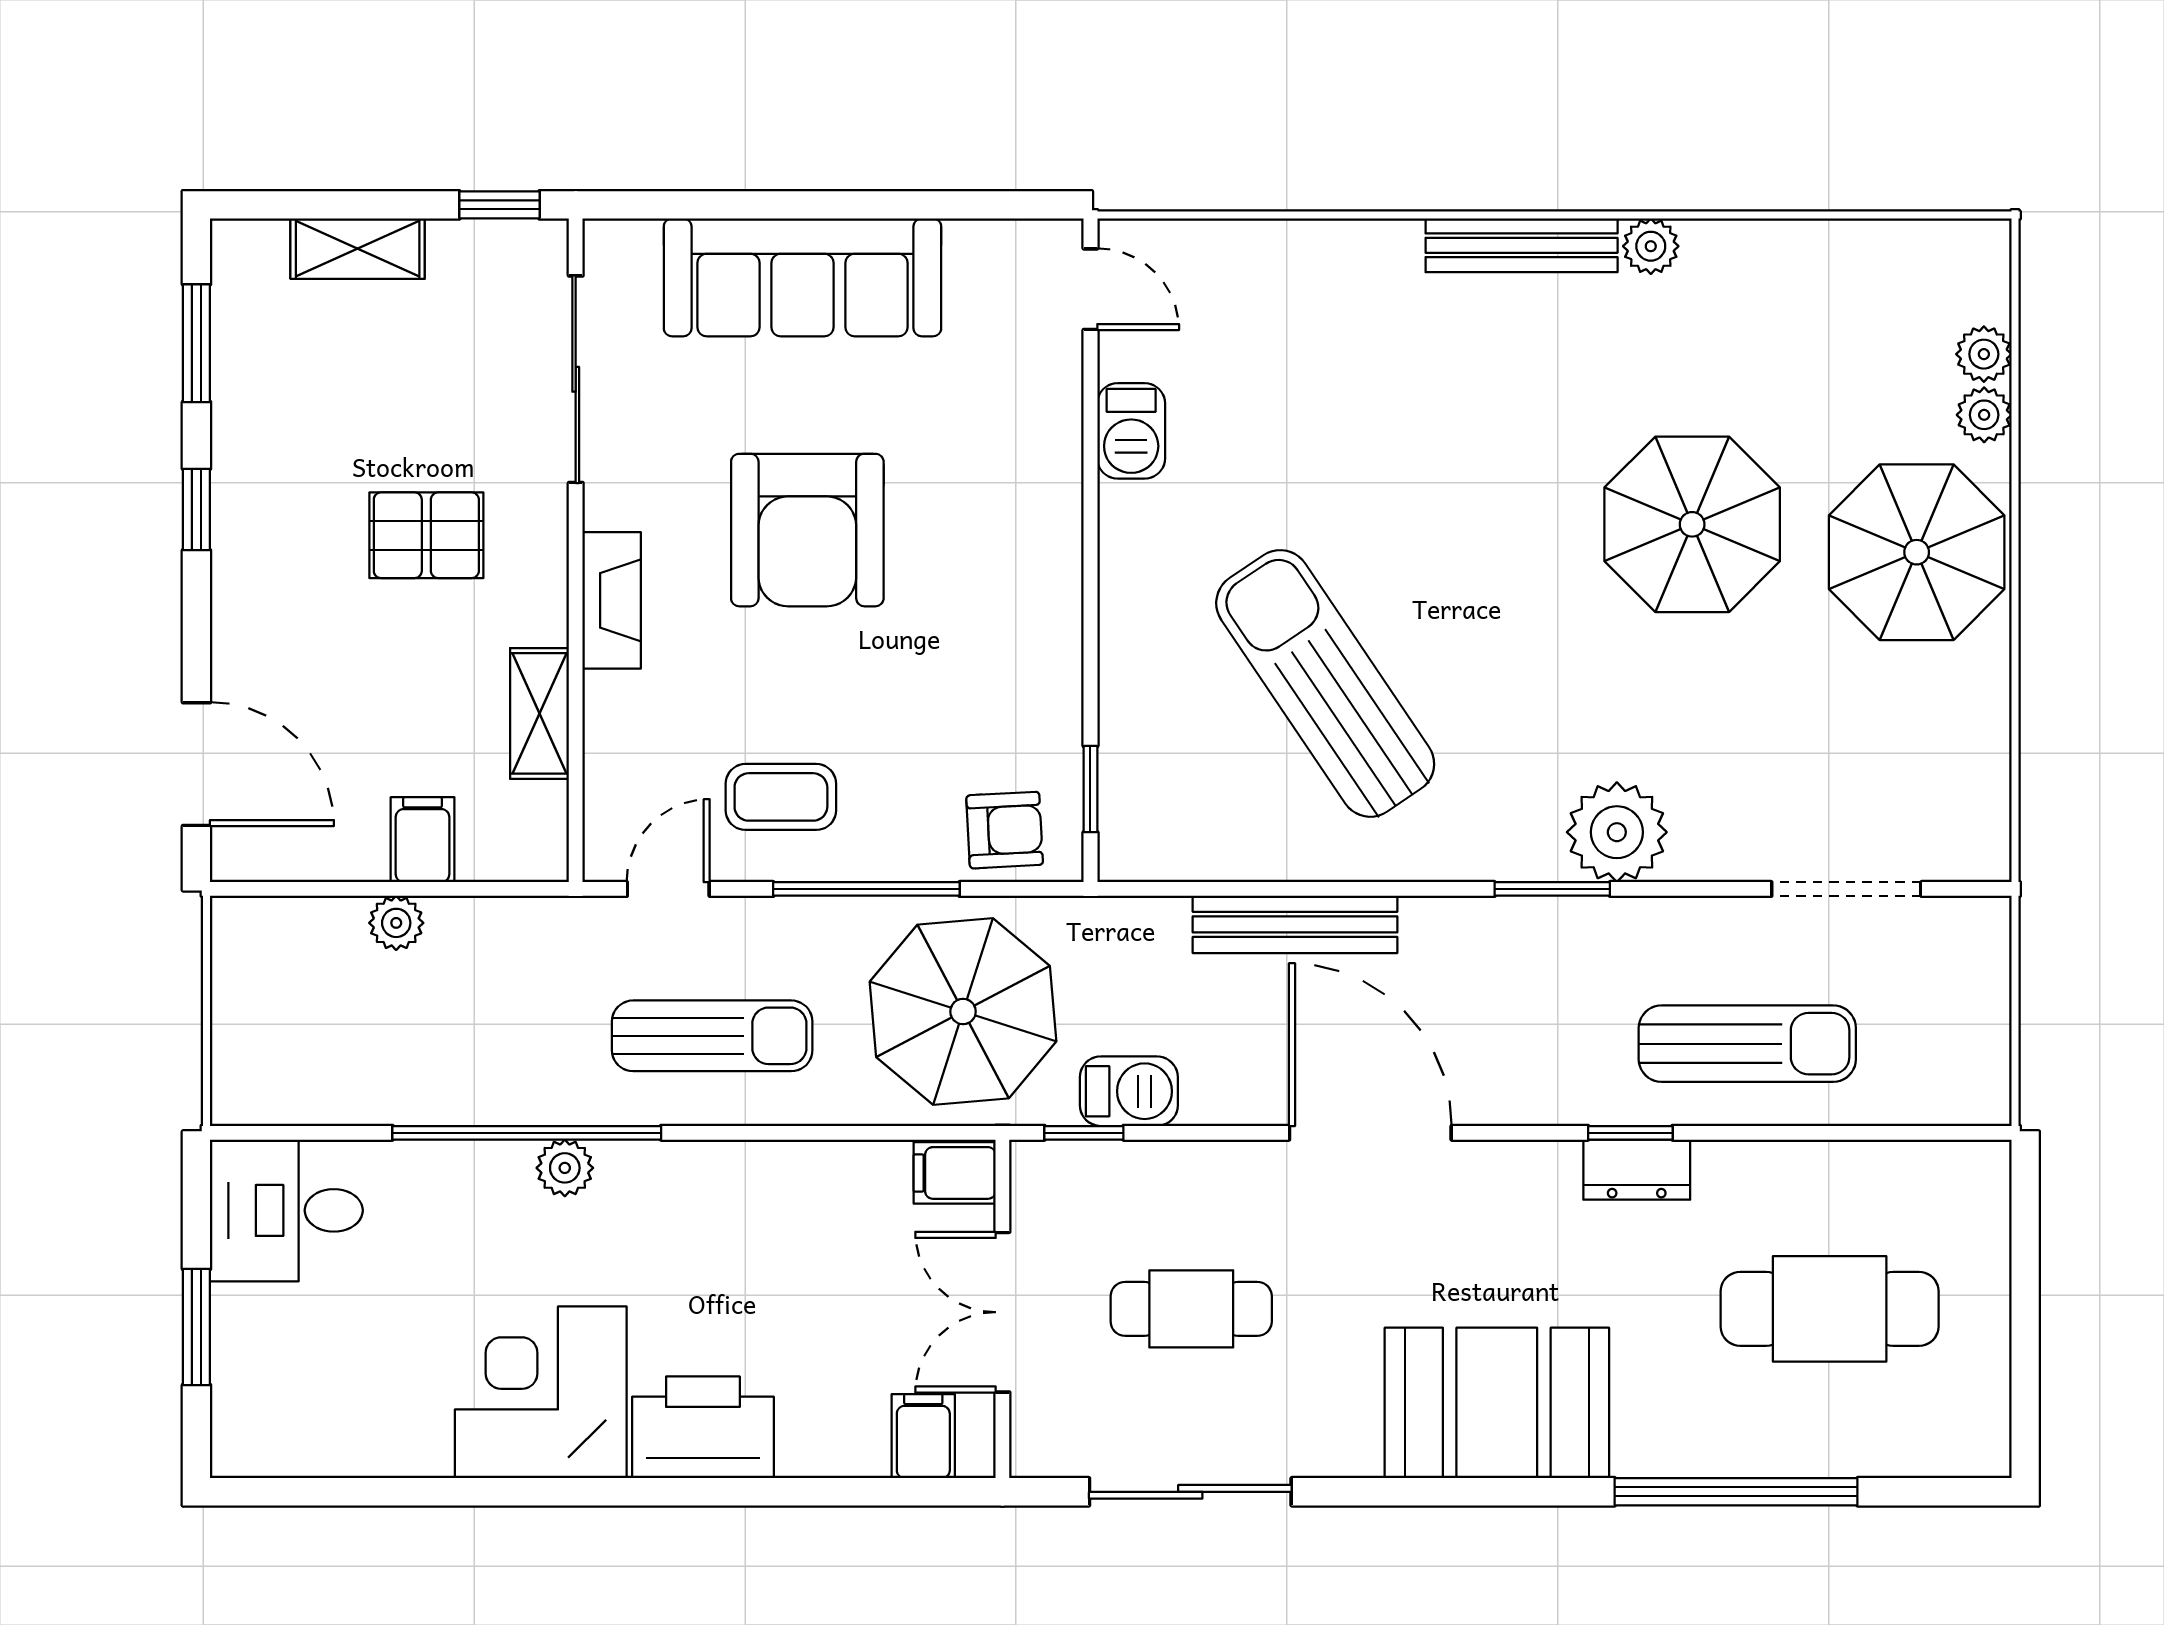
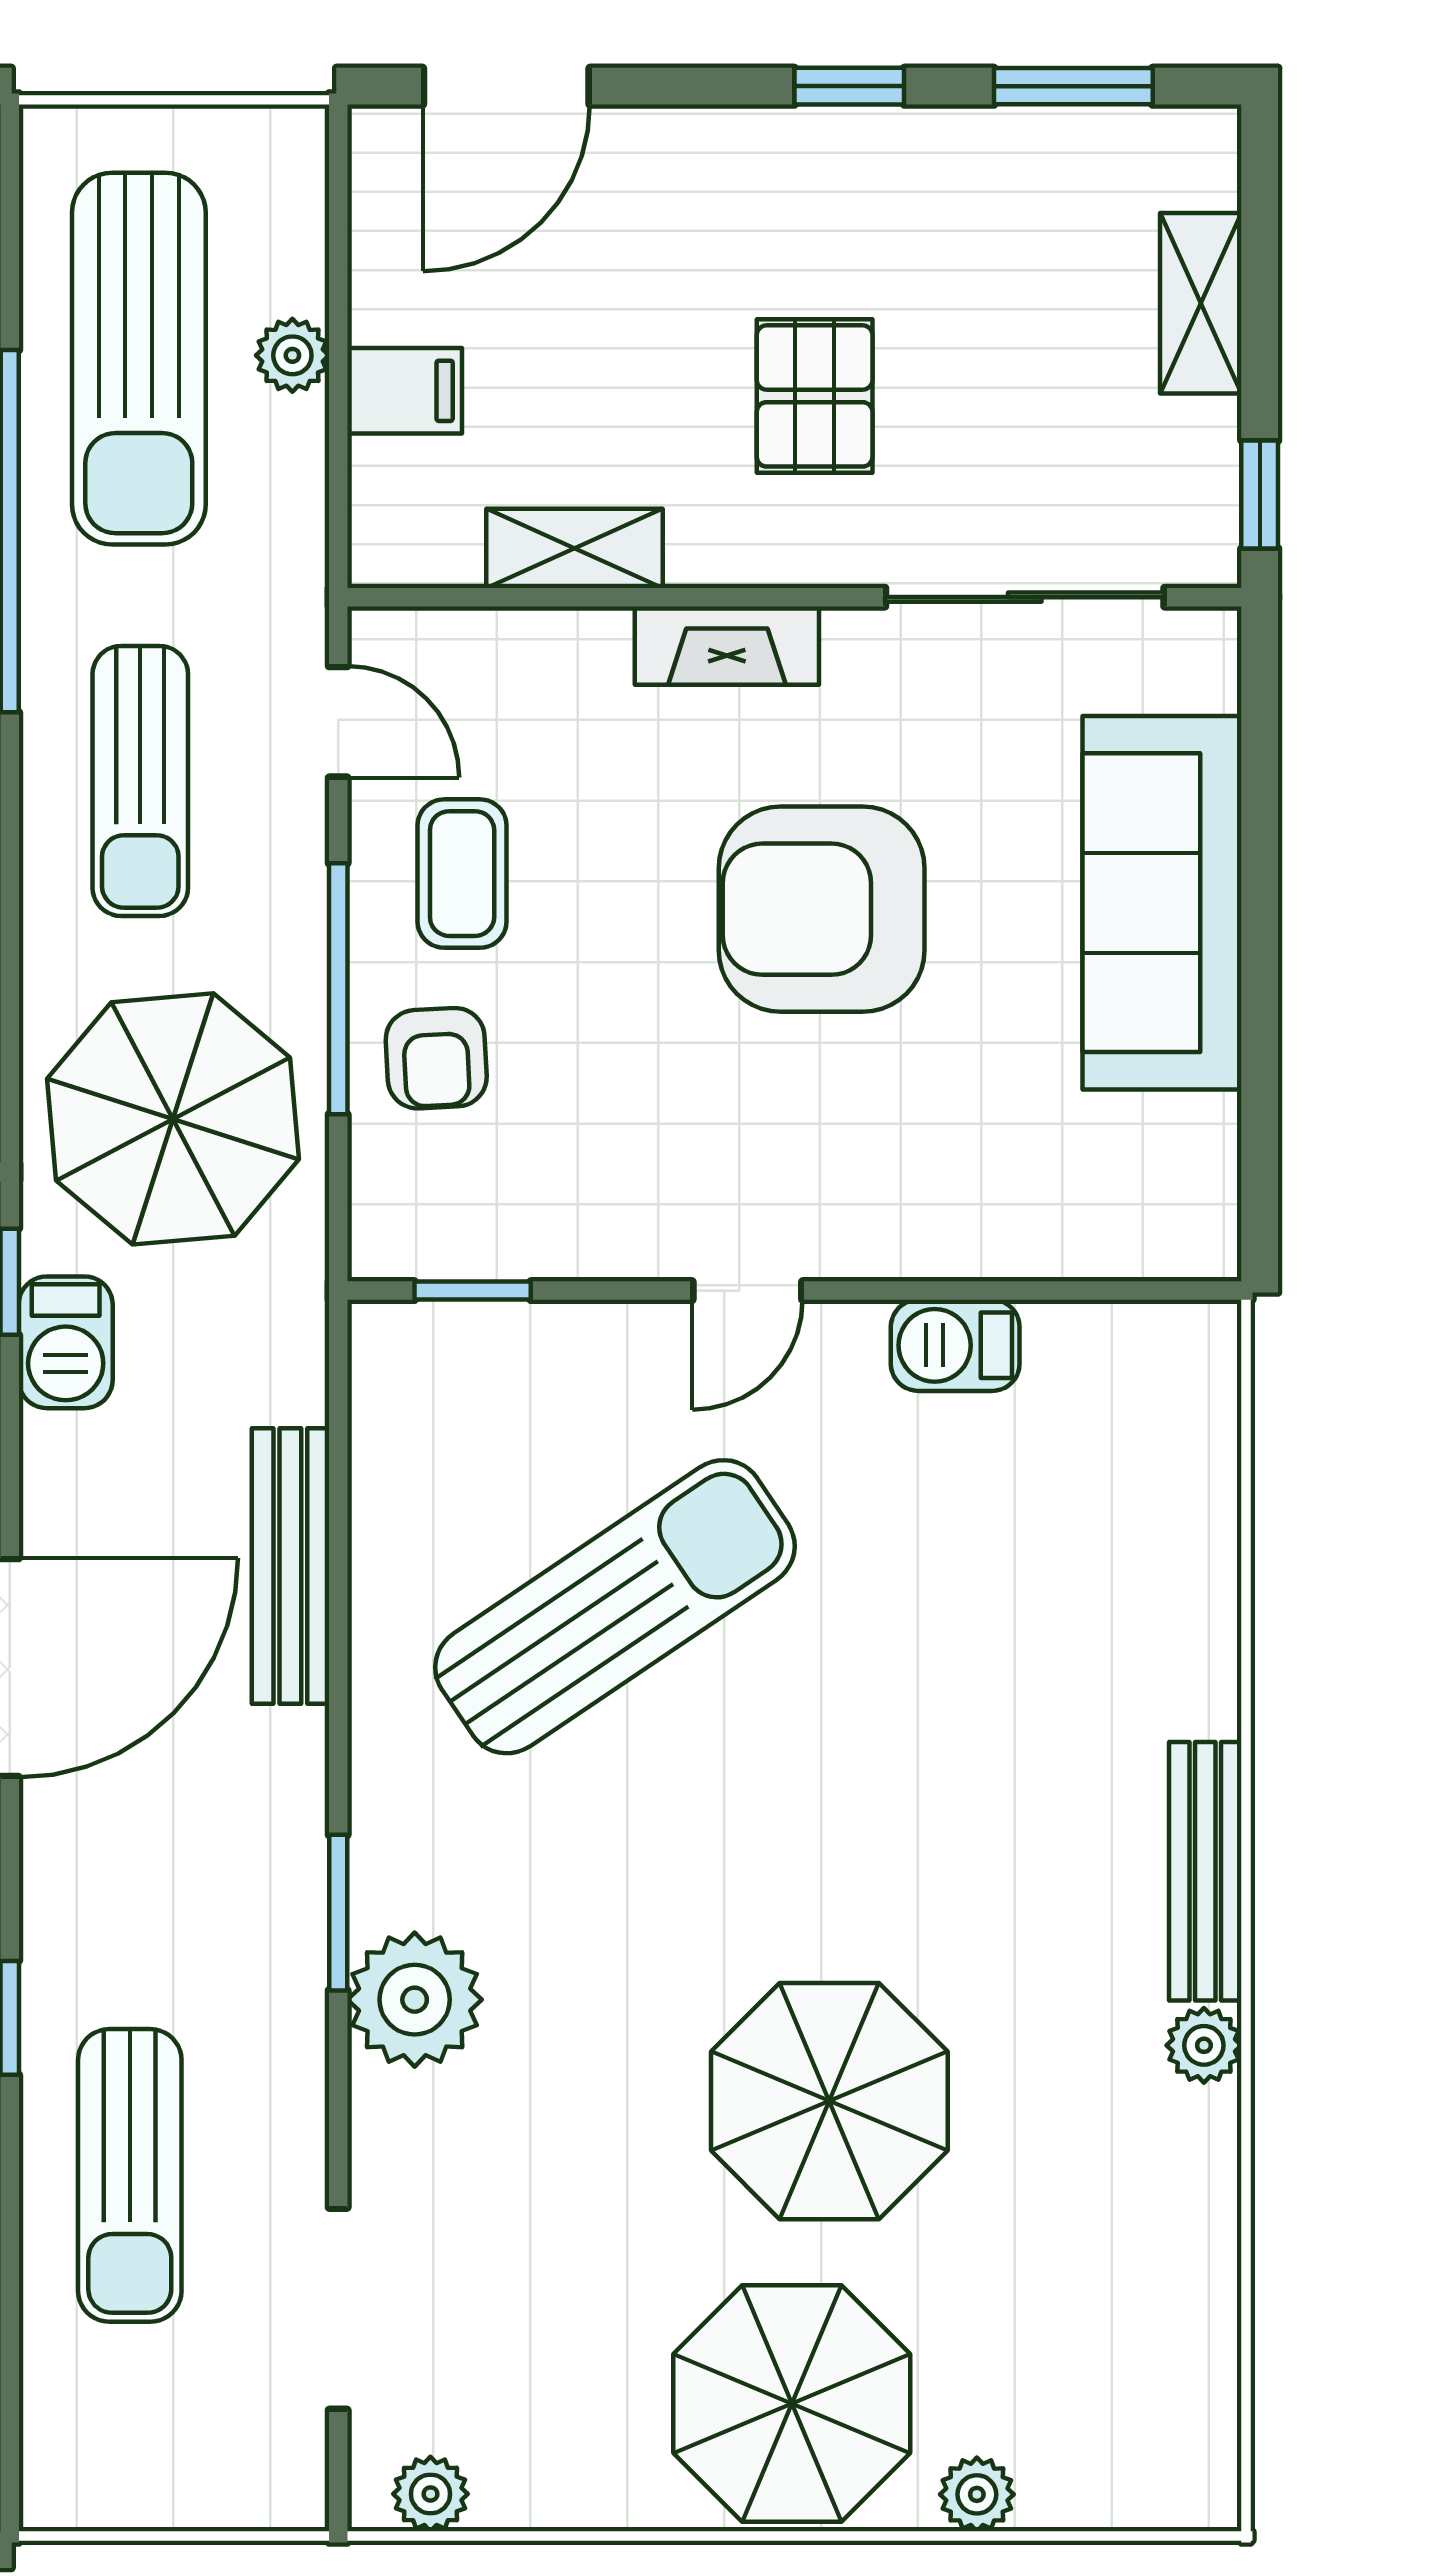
door: (1090, 289) -> (747, 1291), moved
plant: (1984, 354) -> (430, 2494), moved
armchair: (1005, 830) -> (436, 1058), moved
sun lounger: (399, 1037) -> (139, 359), added

